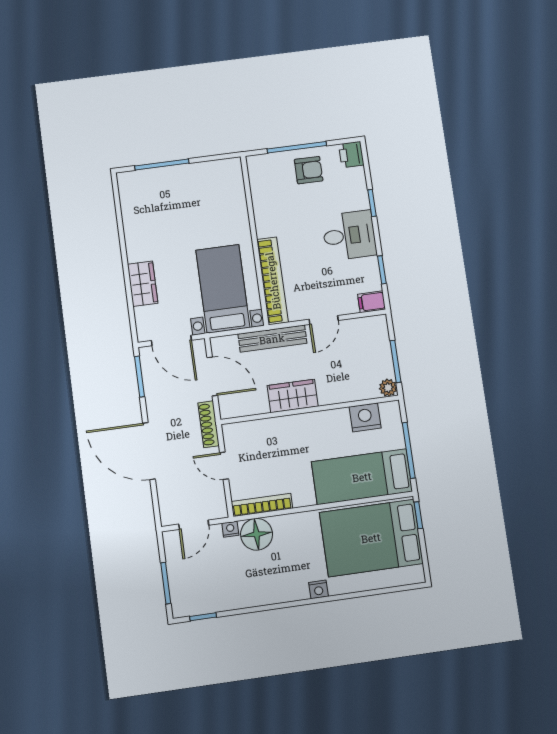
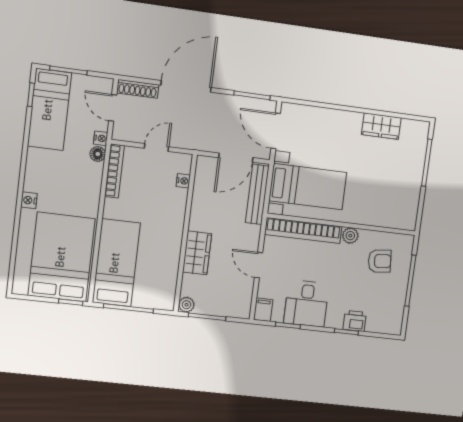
printer: (351, 155) -> (355, 321), moved
armchair: (309, 170) -> (380, 261), moved, turned -95
plant: (264, 227) -> (350, 236), added
desk: (349, 235) -> (306, 303), moved
wardrobe: (143, 284) -> (381, 126), moved
bench: (272, 339) -> (257, 194), moved
door: (171, 340) -> (276, 131), hinge flipped
wardrobe: (293, 396) -> (197, 253), moved
nightstand: (365, 417) -> (183, 181), moved, width x0.53, depth x0.56
shoe rack: (209, 424) -> (138, 89), moved, turned 180
floor lamp: (257, 534) -> (98, 154), width x0.53, depth x0.53
bed: (214, 593) -> (49, 110), added

